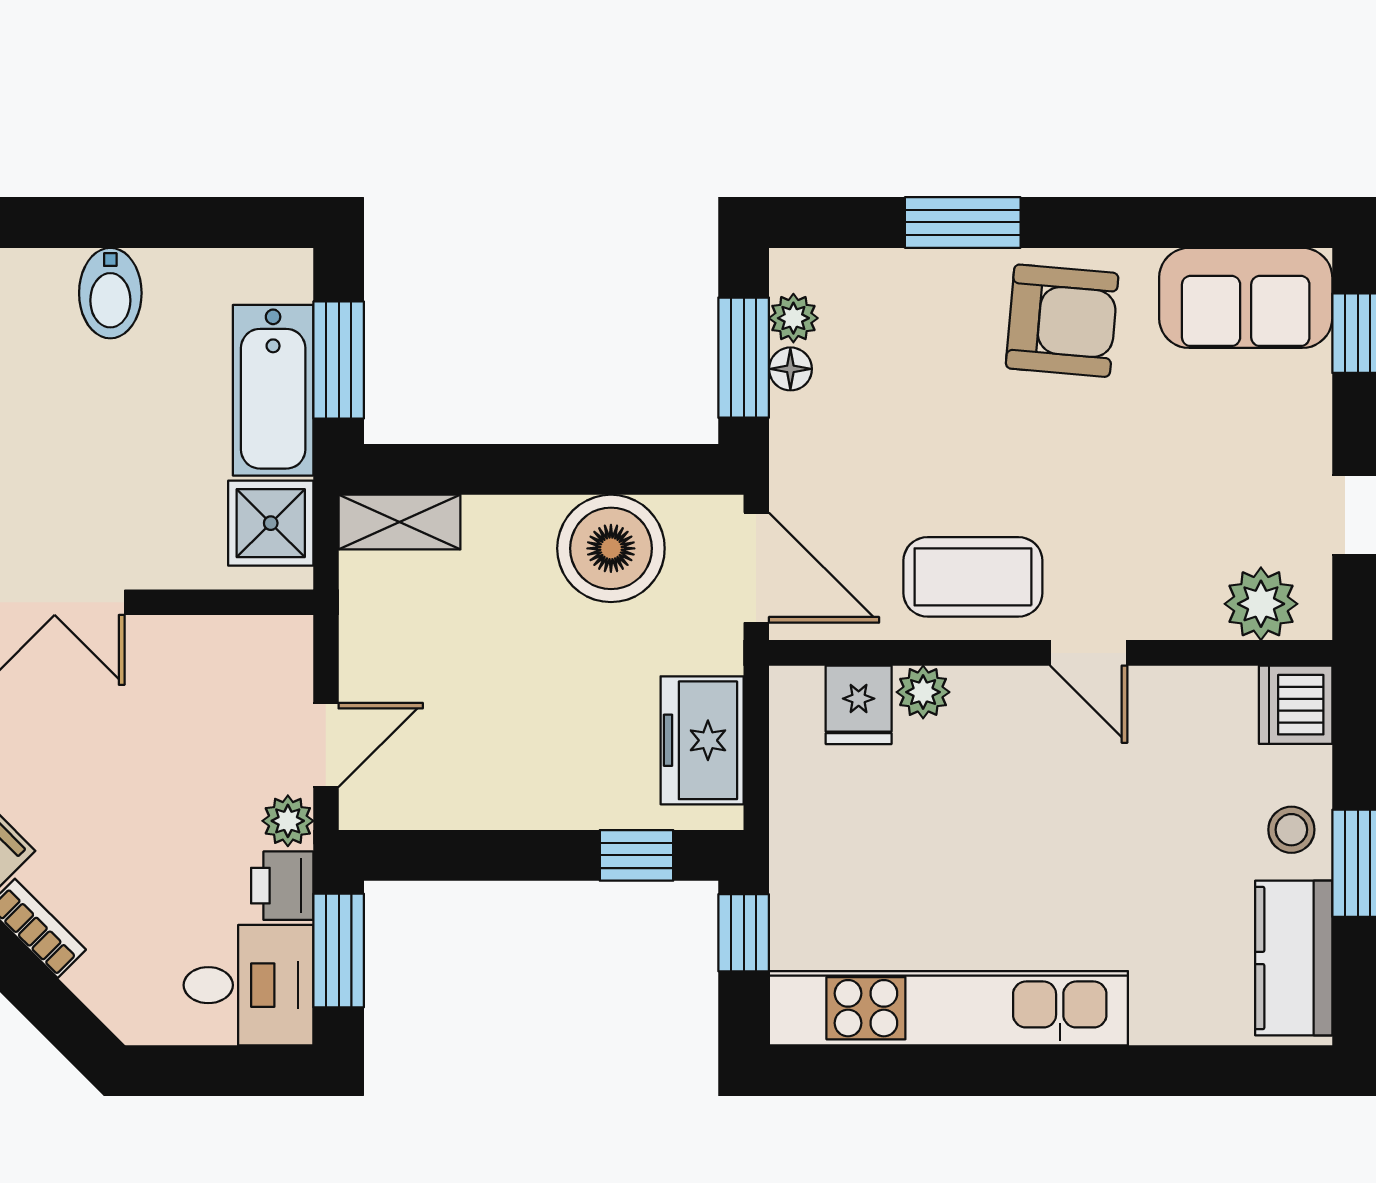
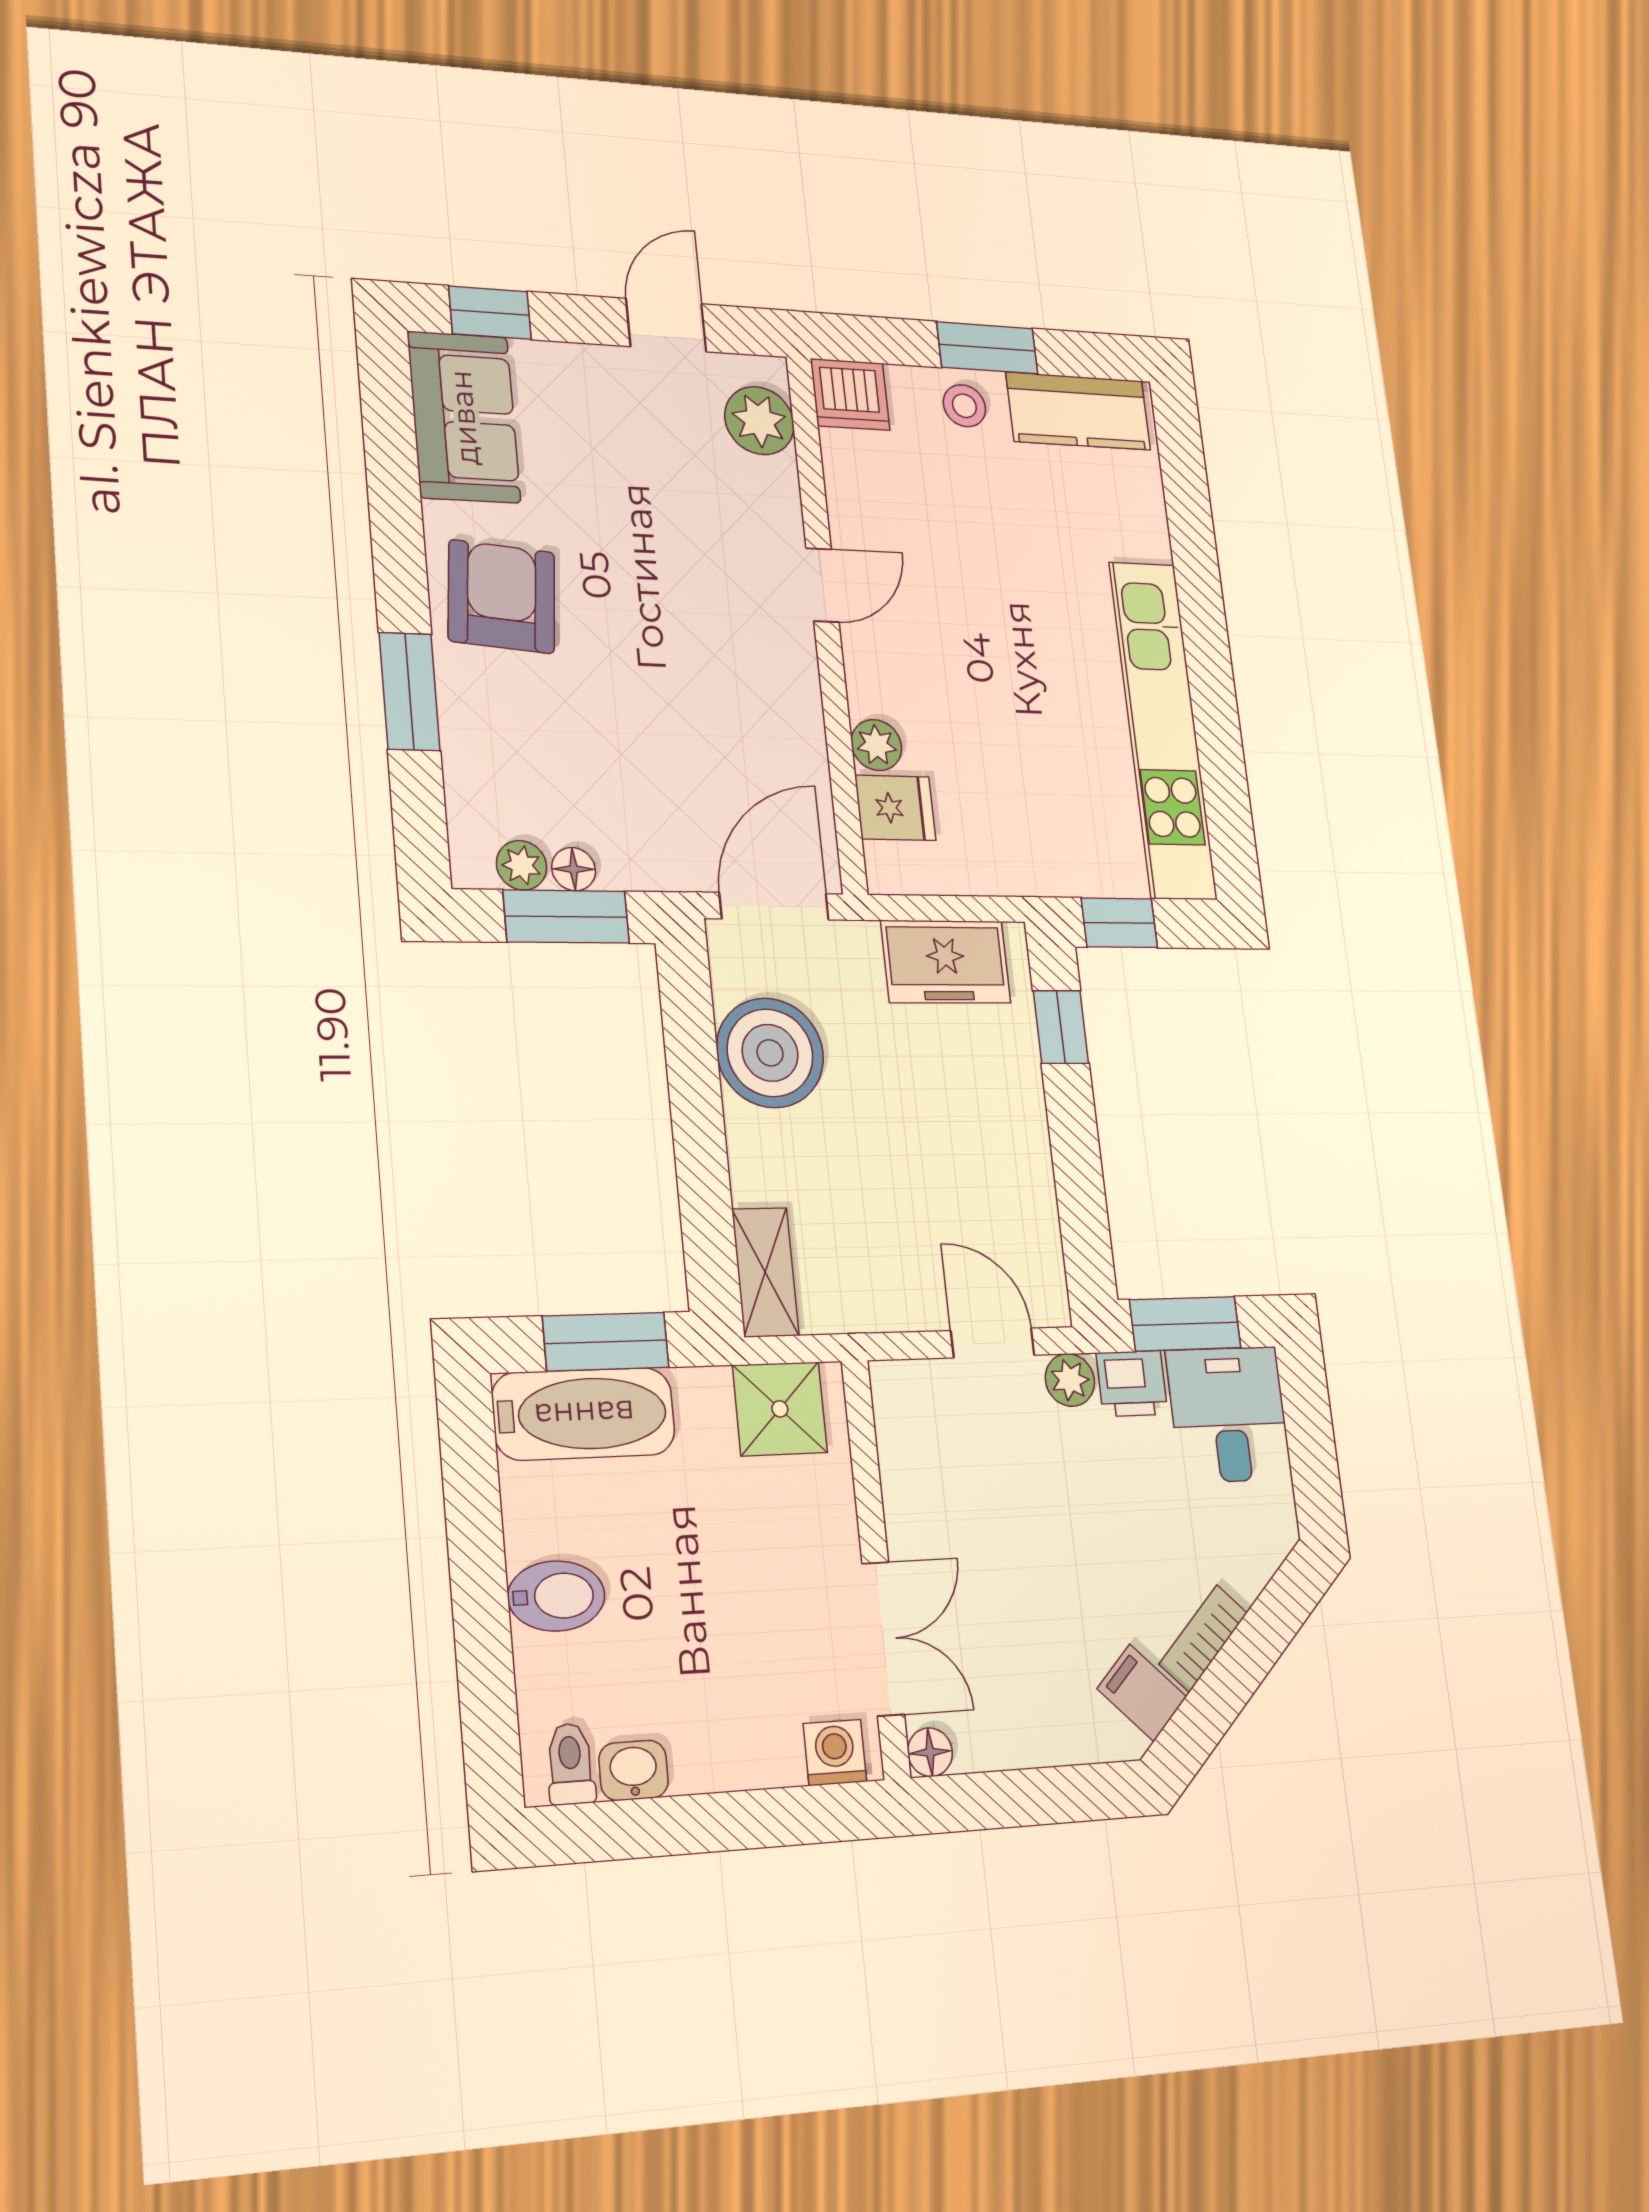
bathtub: (273, 390) -> (584, 1414), moved
coffee table: (973, 577) -> (762, 693), removed

